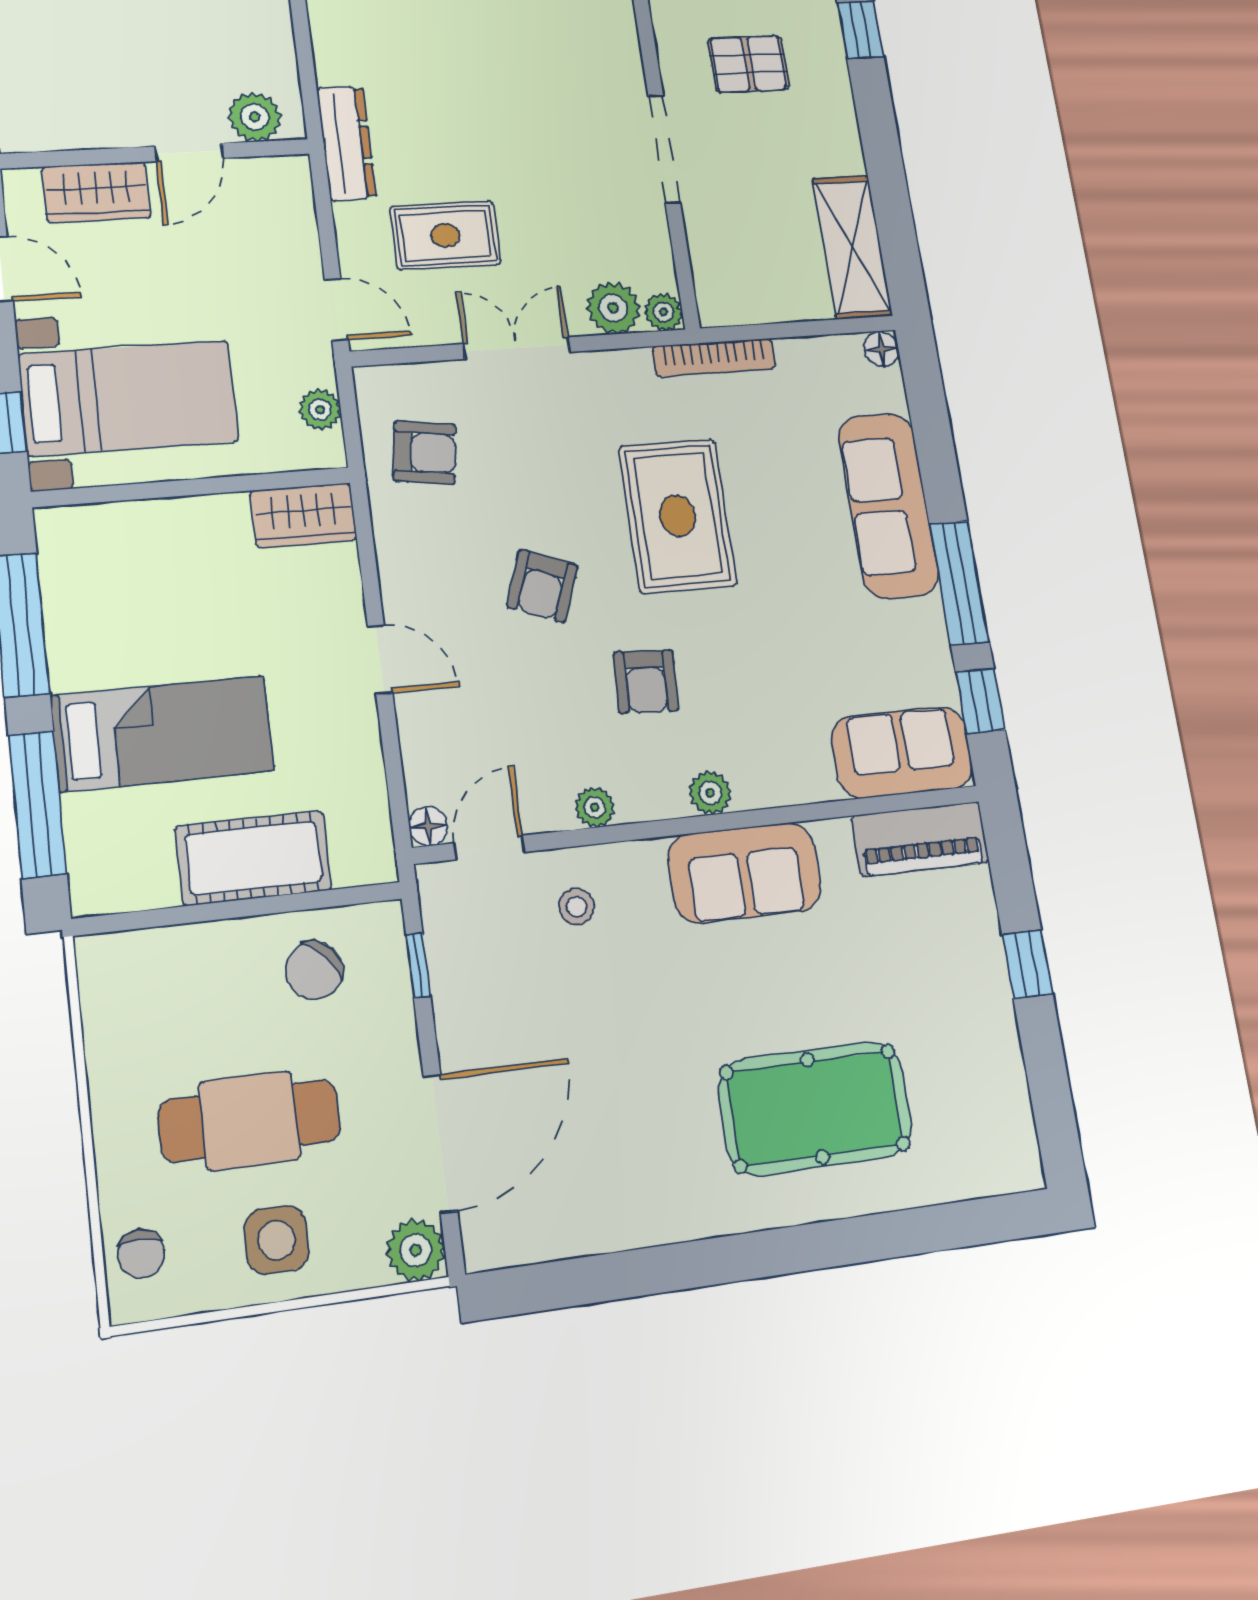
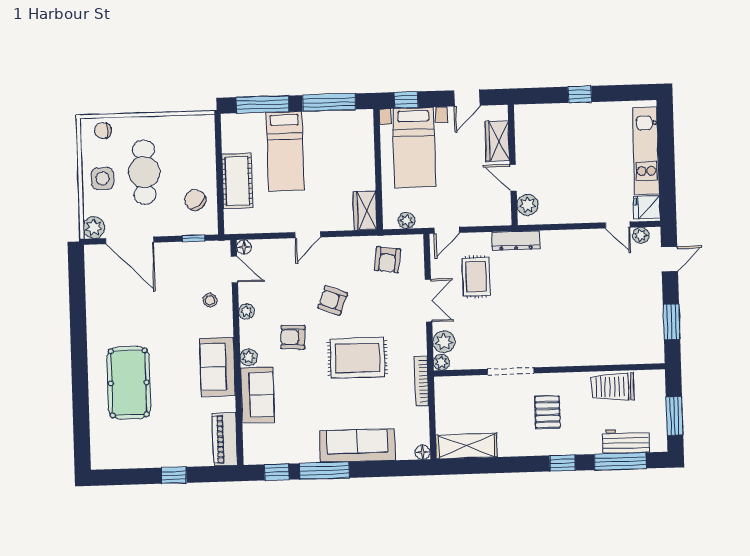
sofa: (902, 752) -> (257, 395), moved

